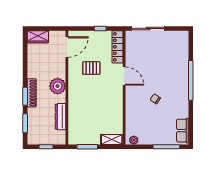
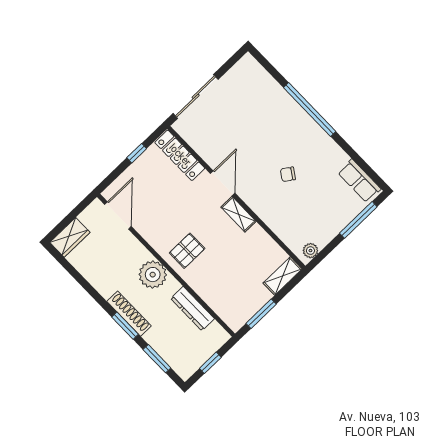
pallet: (91, 68) -> (187, 251), moved
door: (124, 76) -> (223, 183), hinge flipped
shelving: (118, 96) -> (239, 214), added

